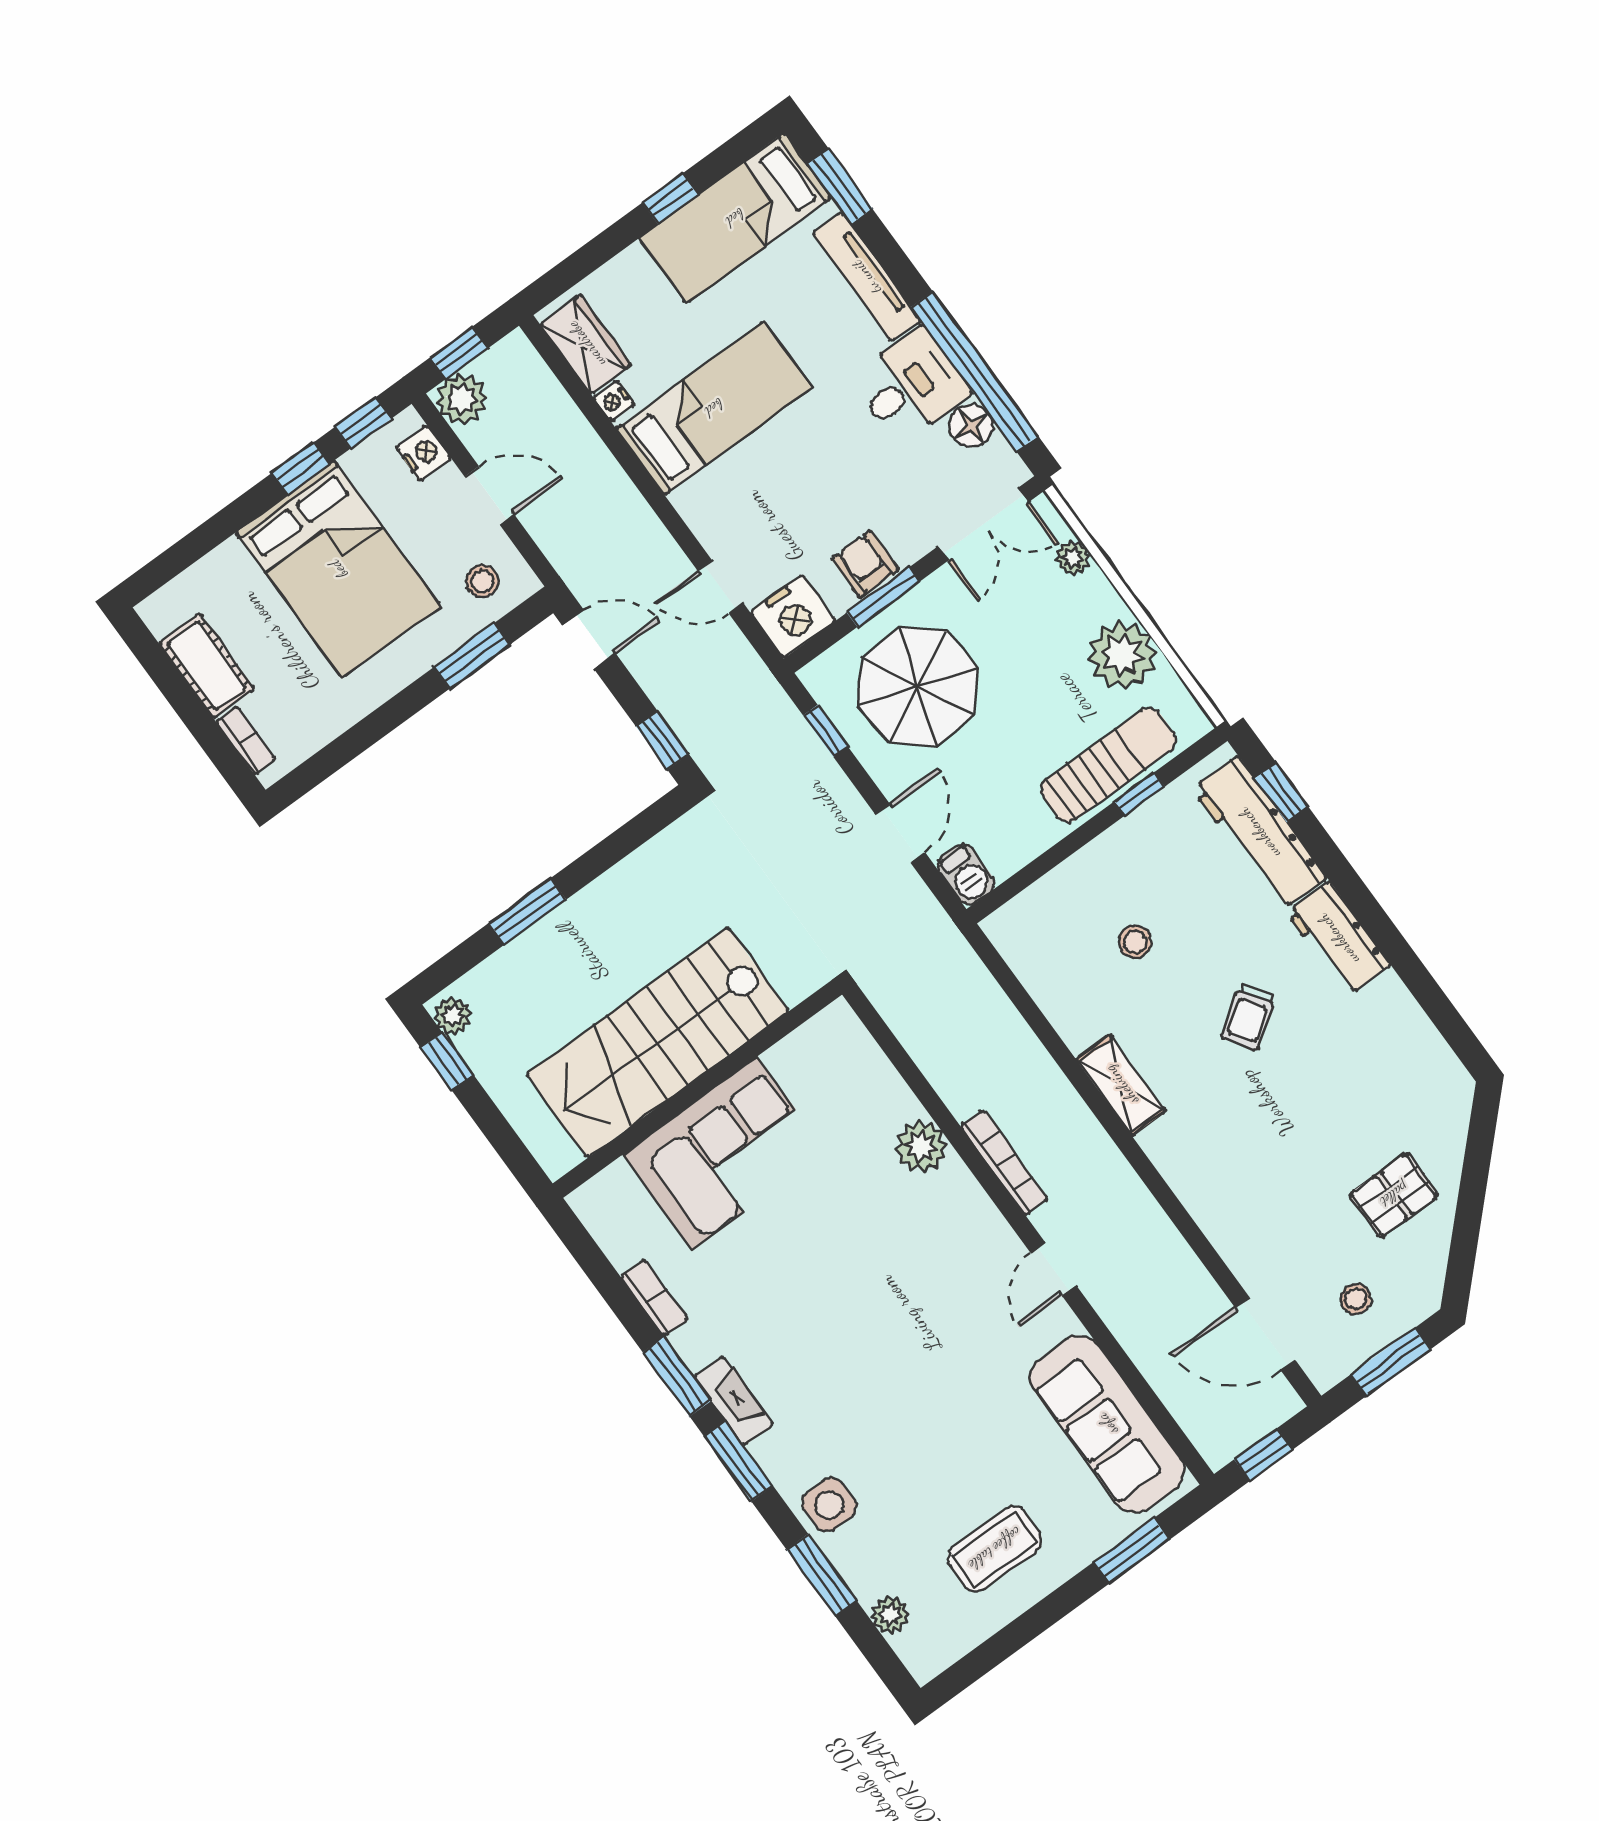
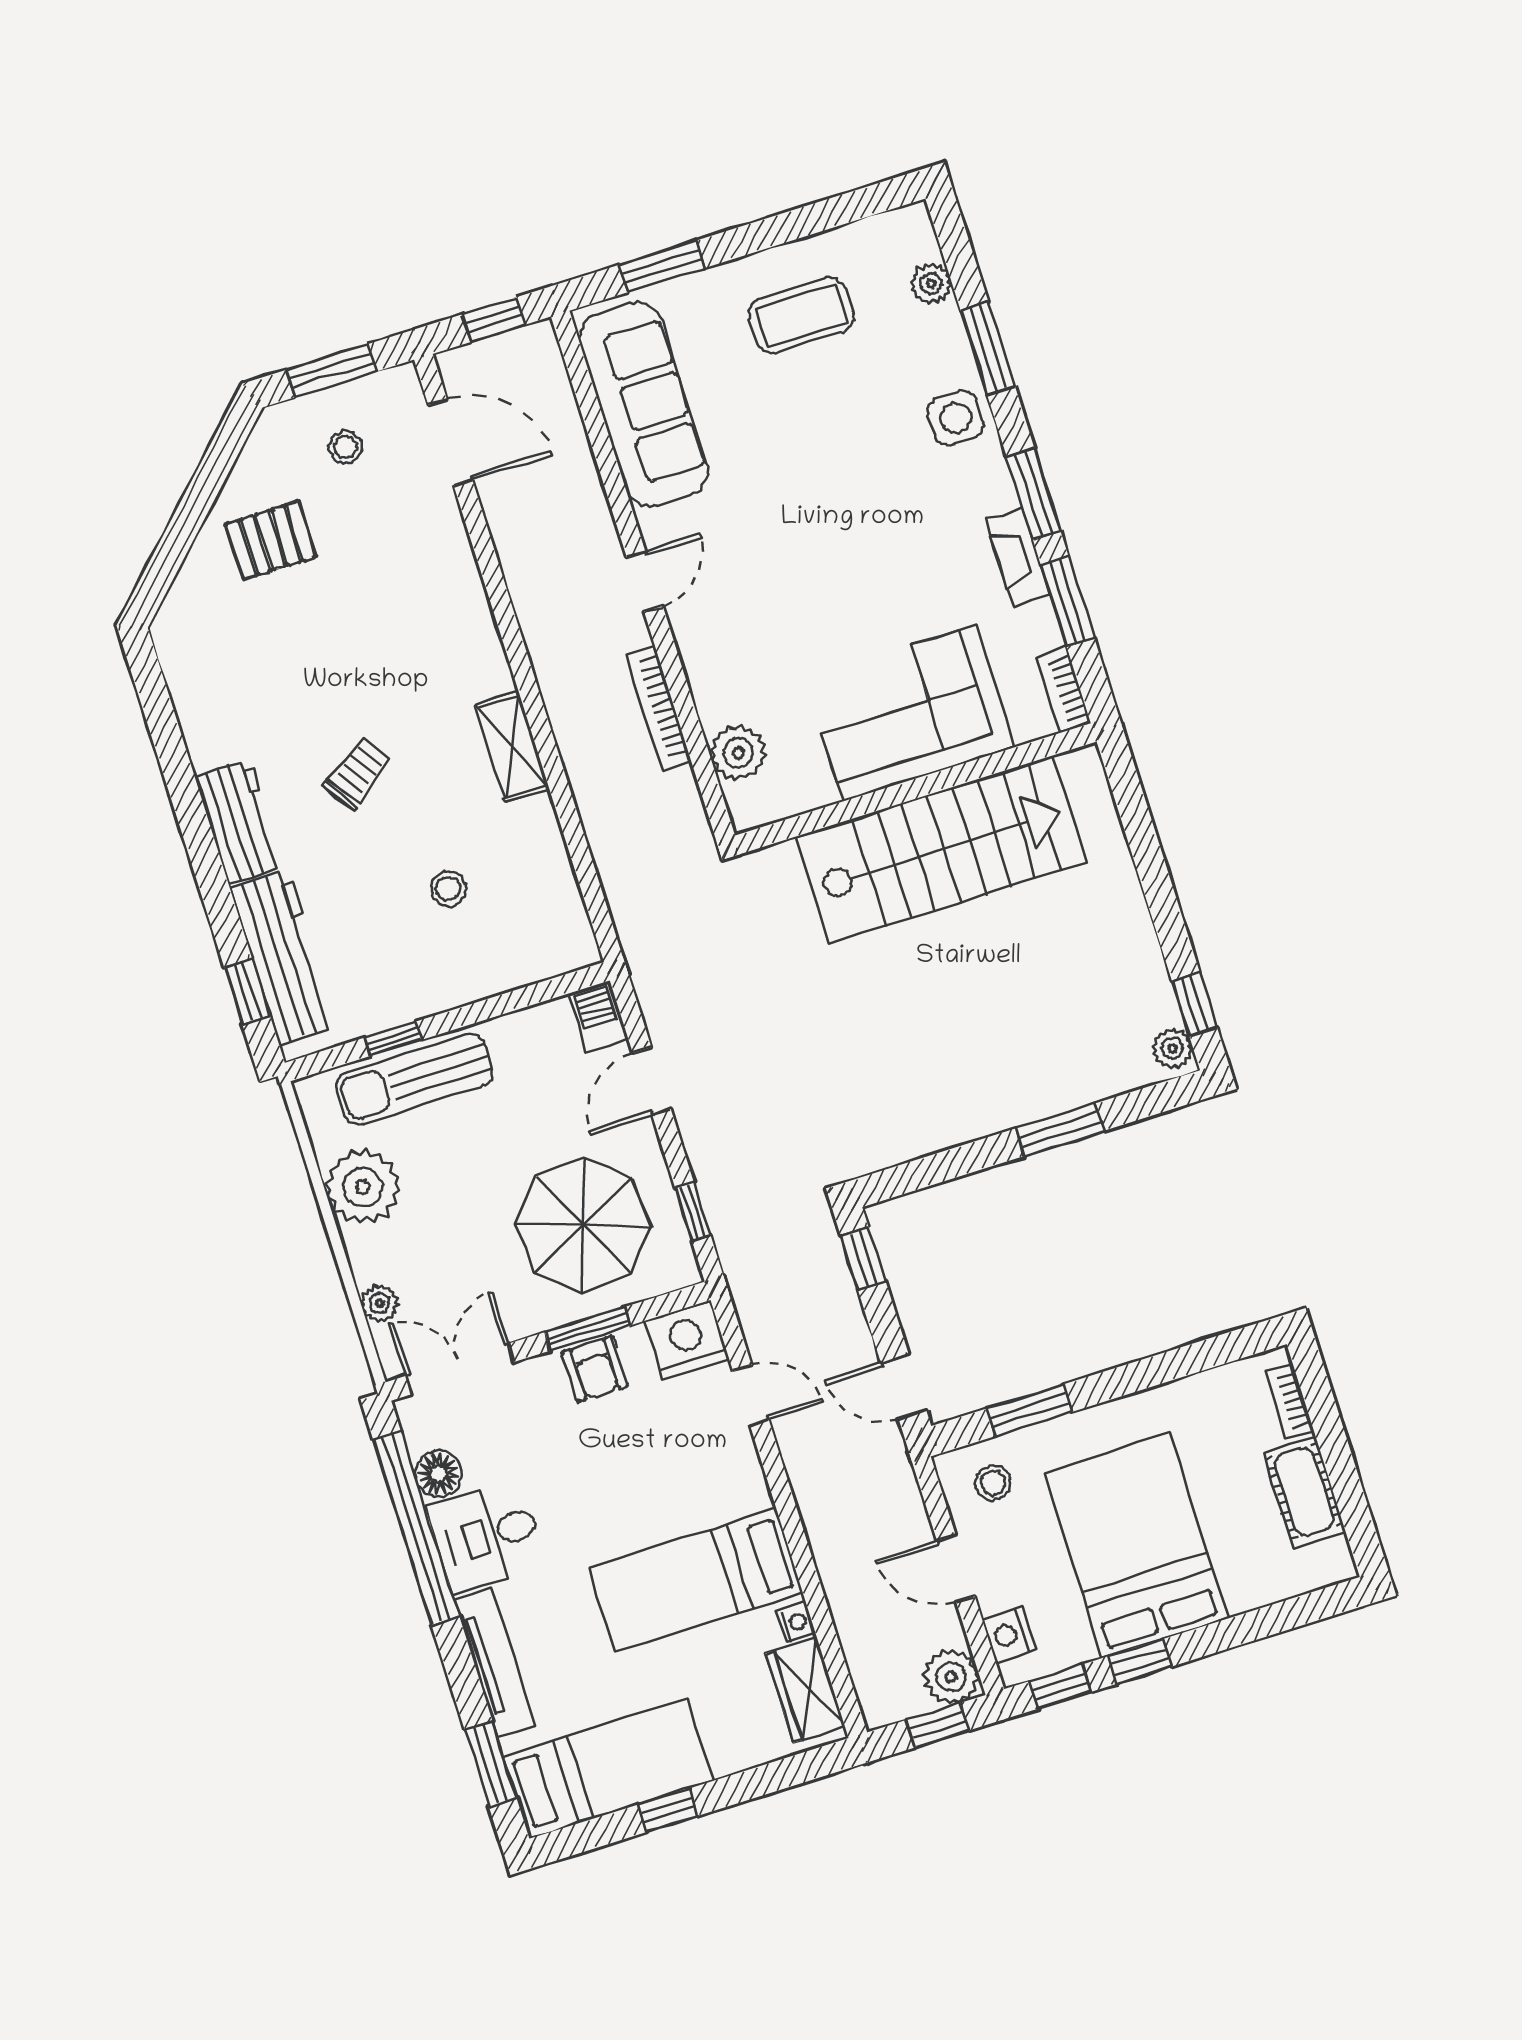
stairs: (658, 1043) -> (941, 850), moved
wall: (697, 1089) -> (916, 789), moved
corner sofa: (725, 1153) -> (910, 713), moved

